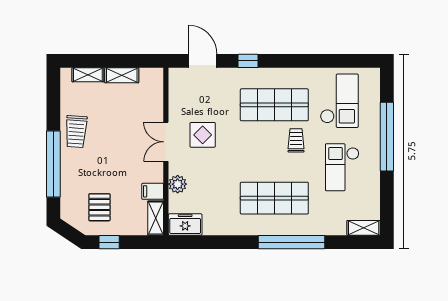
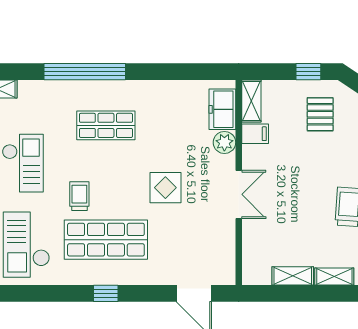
window: (248, 61) -> (106, 293), moved
display table: (203, 135) -> (165, 188), moved
trolley: (296, 140) -> (79, 196), turned 180
shop shelf: (274, 198) -> (106, 125), width x0.70, depth x0.74
freezer: (185, 224) -> (222, 109), moved, turned 90

